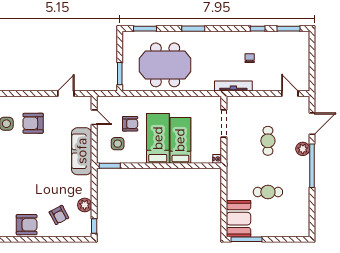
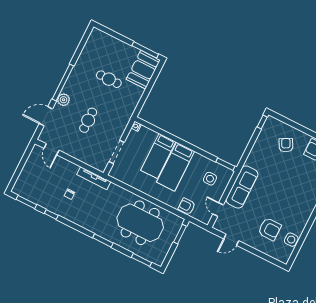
armchair: (130, 124) -> (187, 206), moved
plant: (85, 205) -> (261, 143), removed

